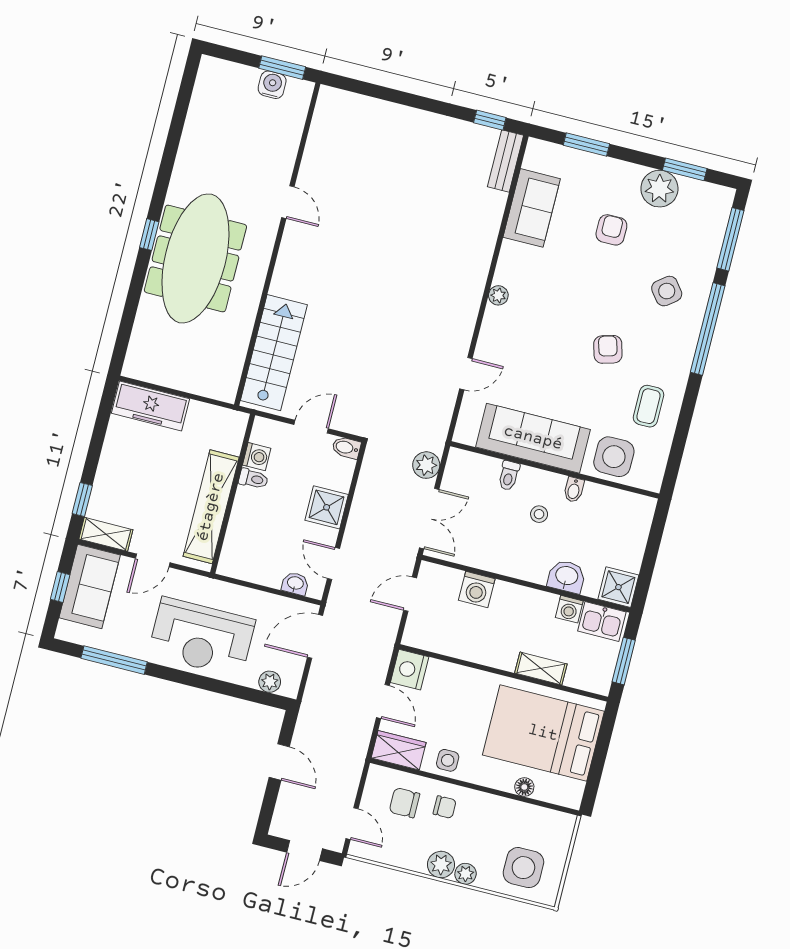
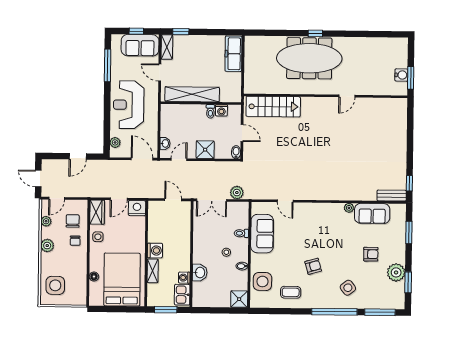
plant: (498, 295) -> (349, 208), moved
sofa: (533, 438) -> (262, 234), width x0.73
shower: (618, 587) -> (239, 299), moved
washing machine: (477, 589) -> (155, 251), moved, turned 180
plant: (466, 874) -> (46, 221), moved

